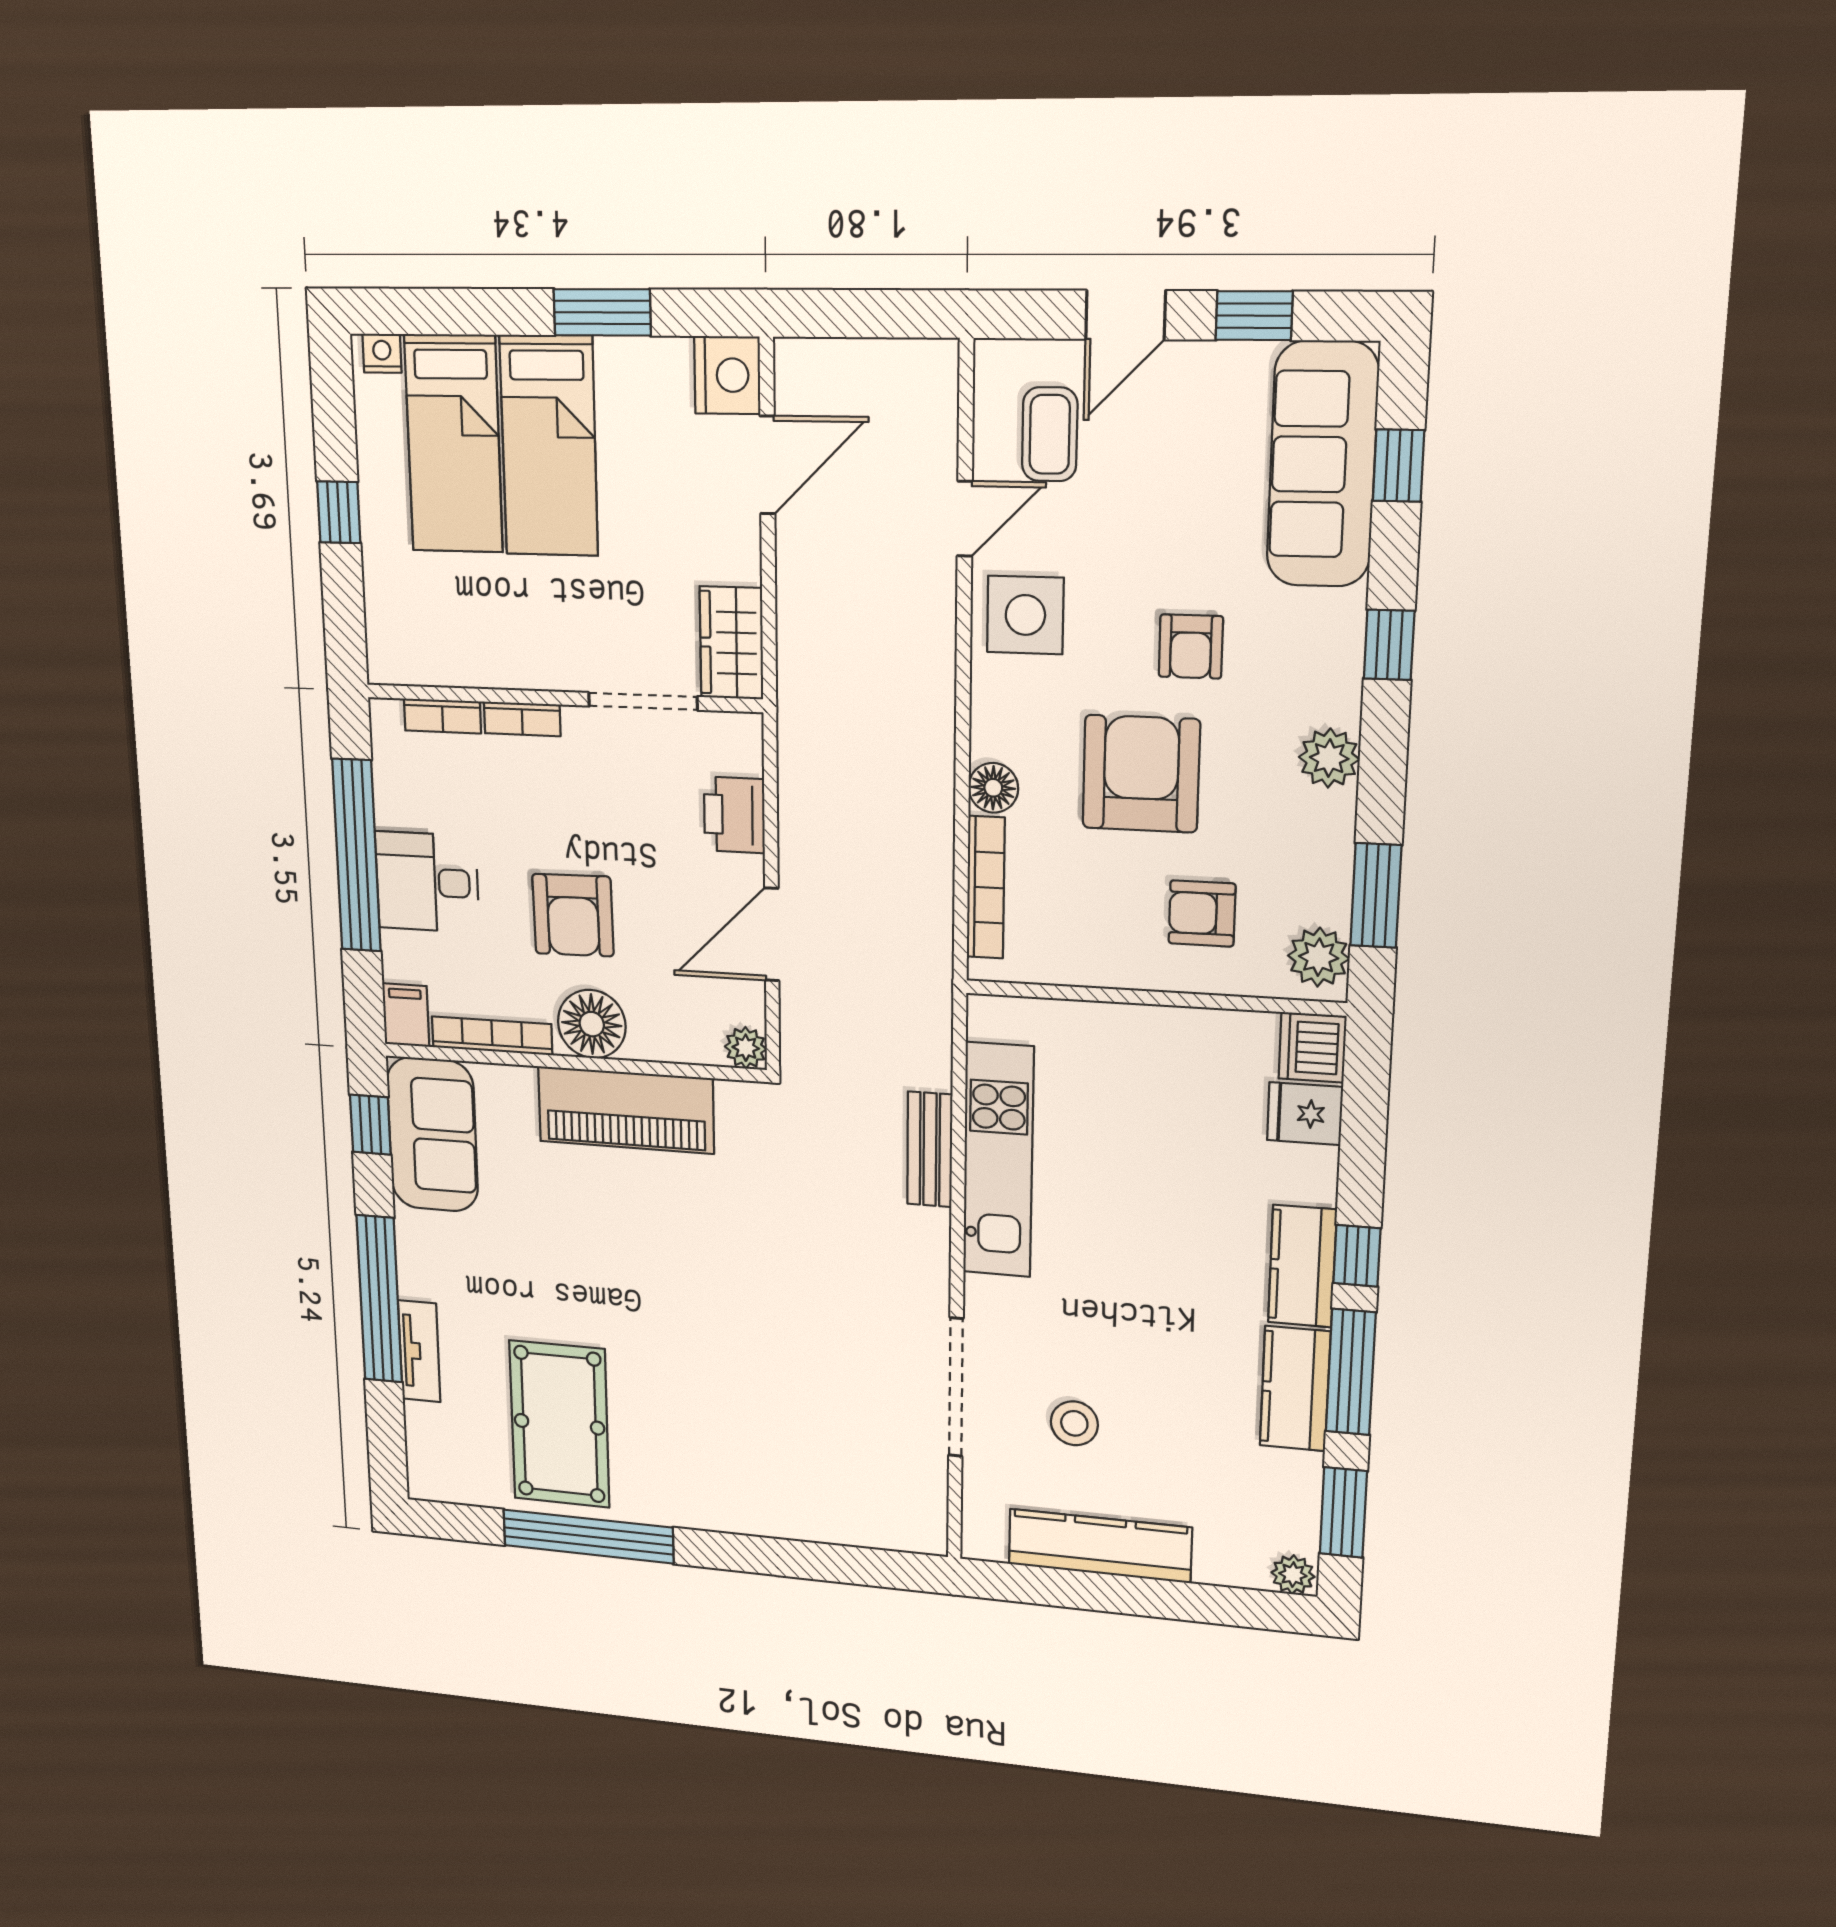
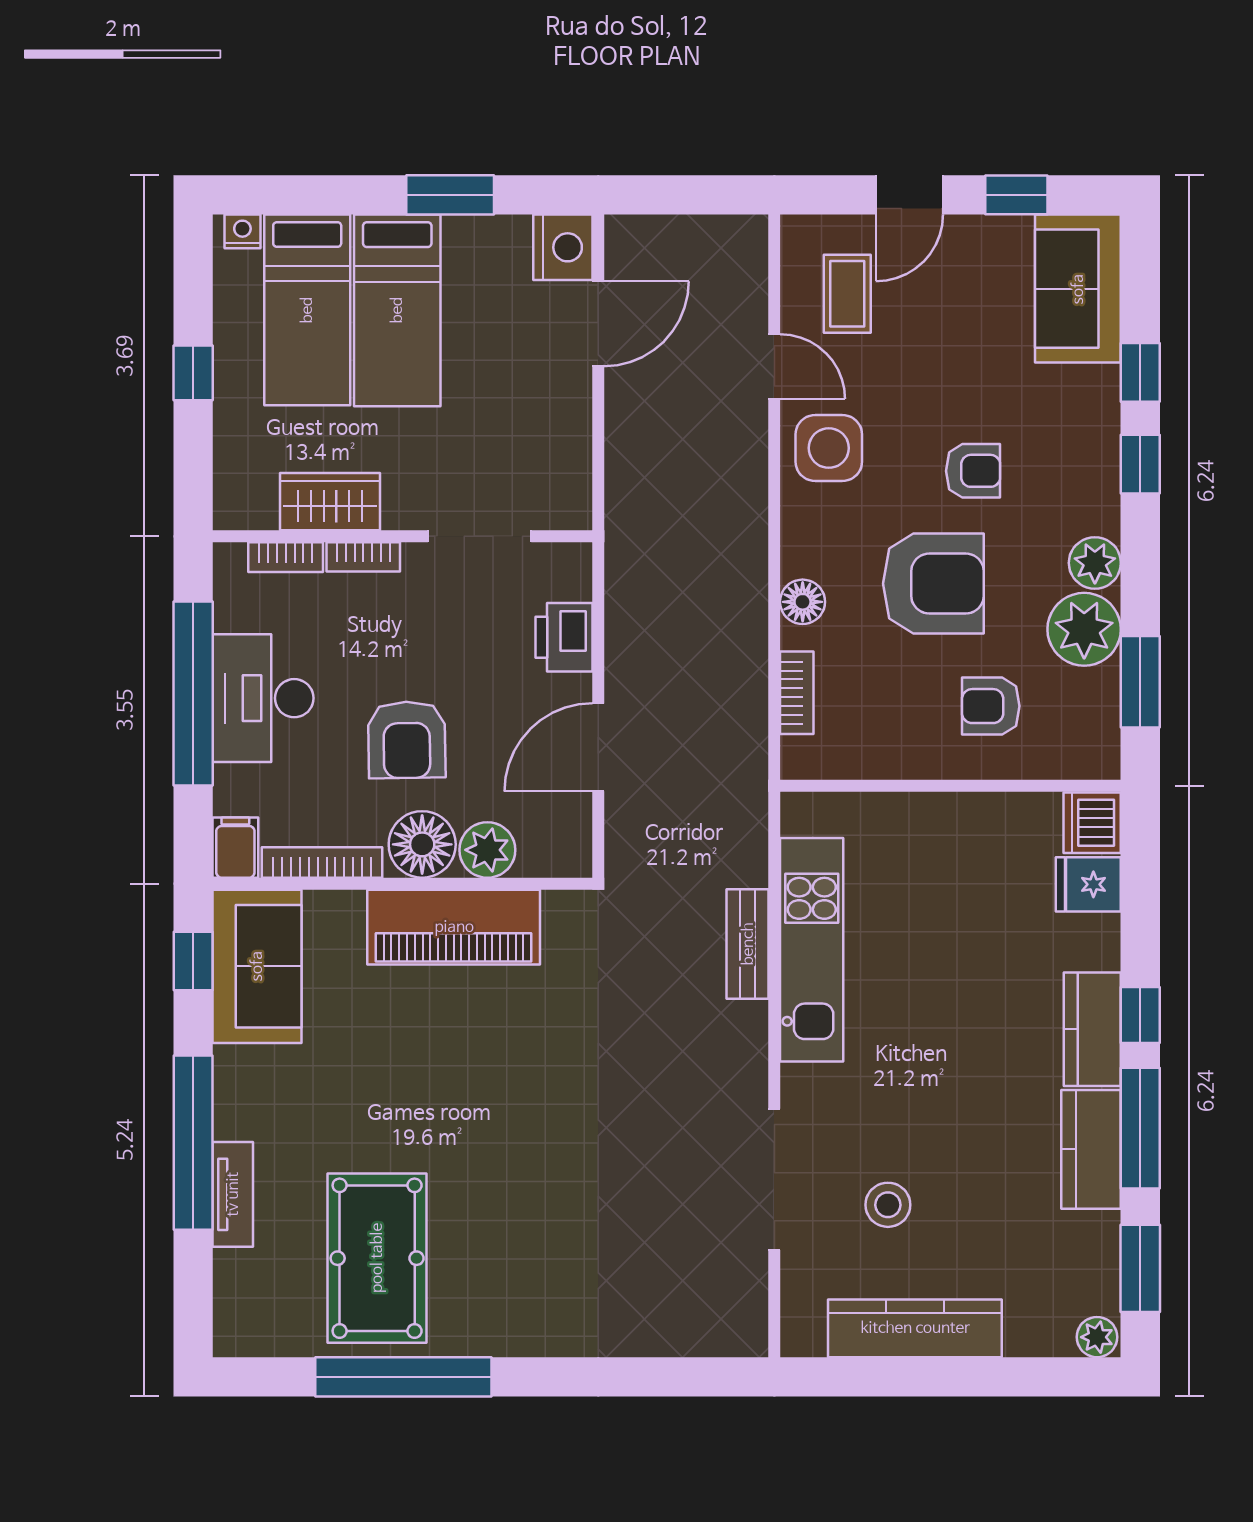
sofa: (1322, 465) -> (1078, 289), width x0.73
window: (1398, 466) -> (1140, 372), moved
door: (965, 519) -> (774, 366), hinge flipped
wardrobe: (731, 643) -> (330, 502), moved, turned 90
armchair: (1191, 647) -> (973, 471), turned -90
armchair: (1141, 774) -> (933, 584), turned 90
desk: (427, 882) -> (263, 698), width x1.37
bookcase: (986, 887) -> (797, 693), width x0.64
plant: (1319, 957) -> (1084, 629), moved, width x1.36, depth x1.36
plant: (746, 1048) -> (487, 850), moved, width x1.38, depth x1.38

